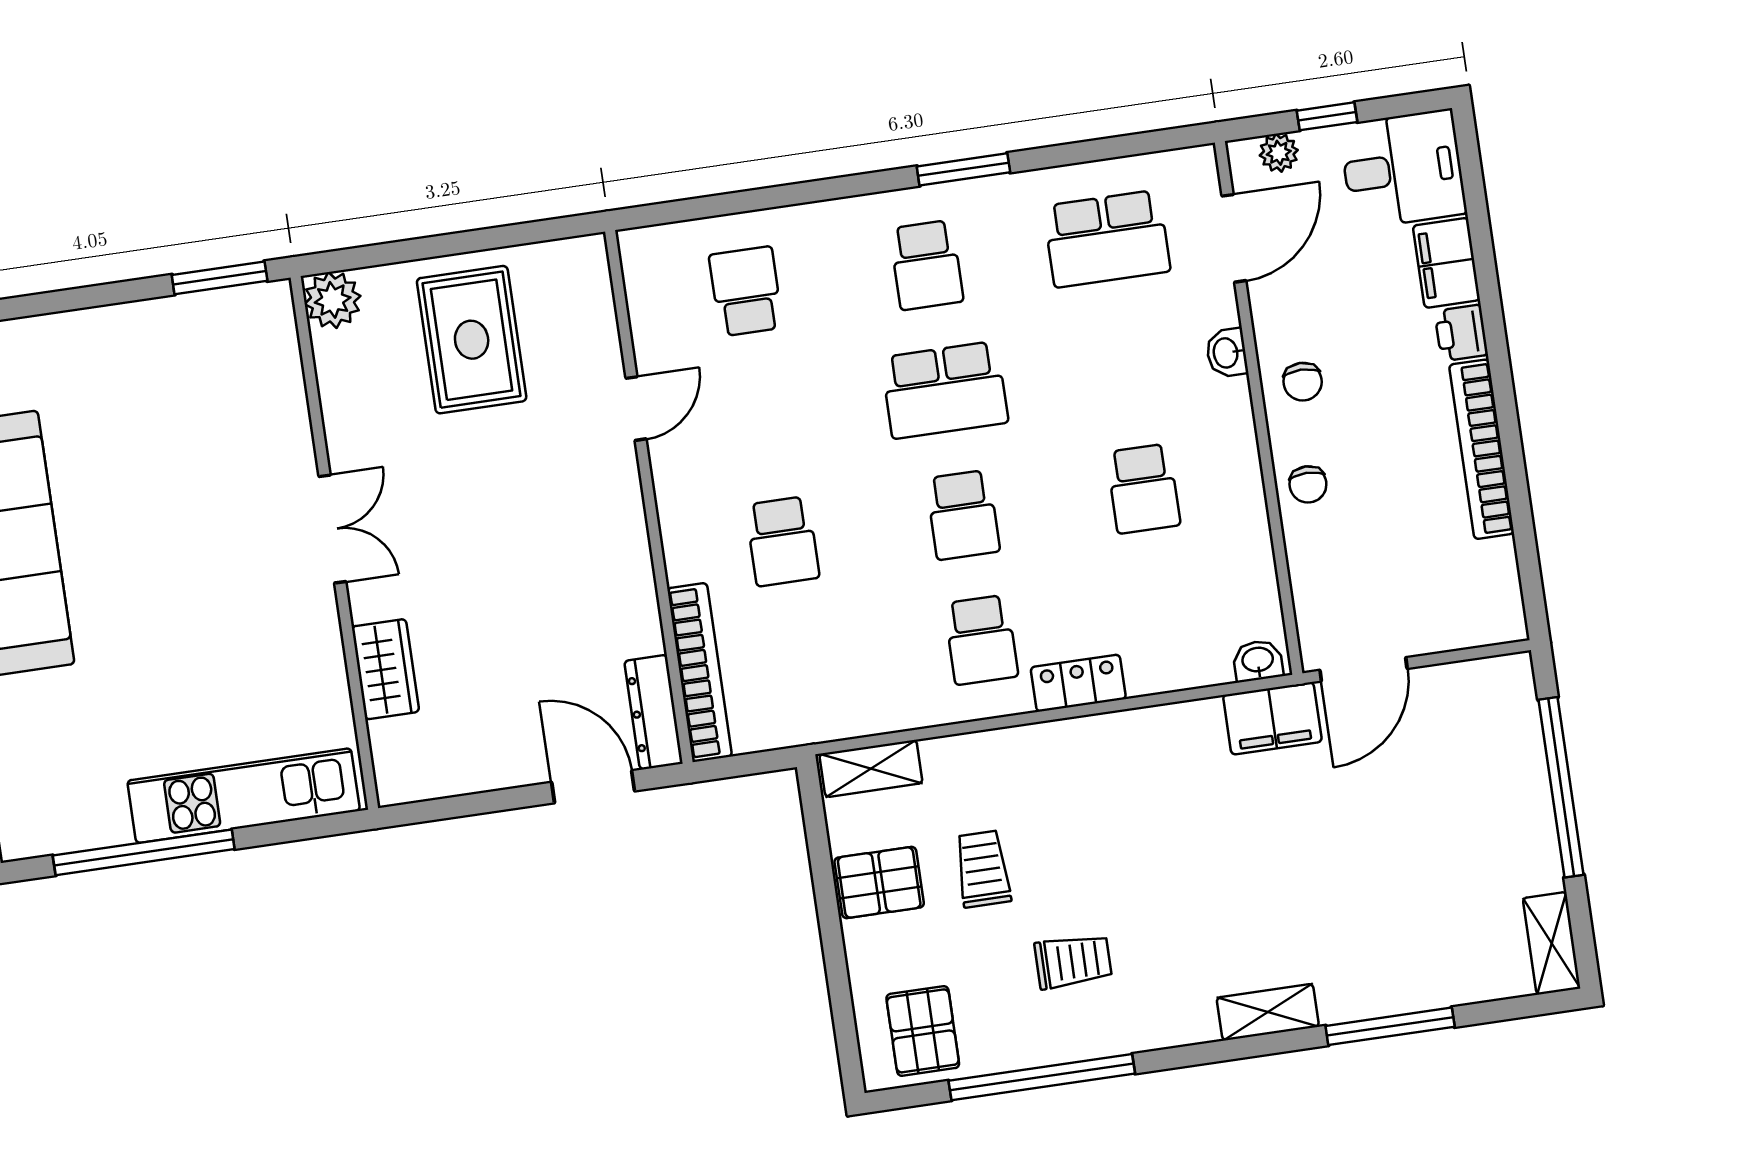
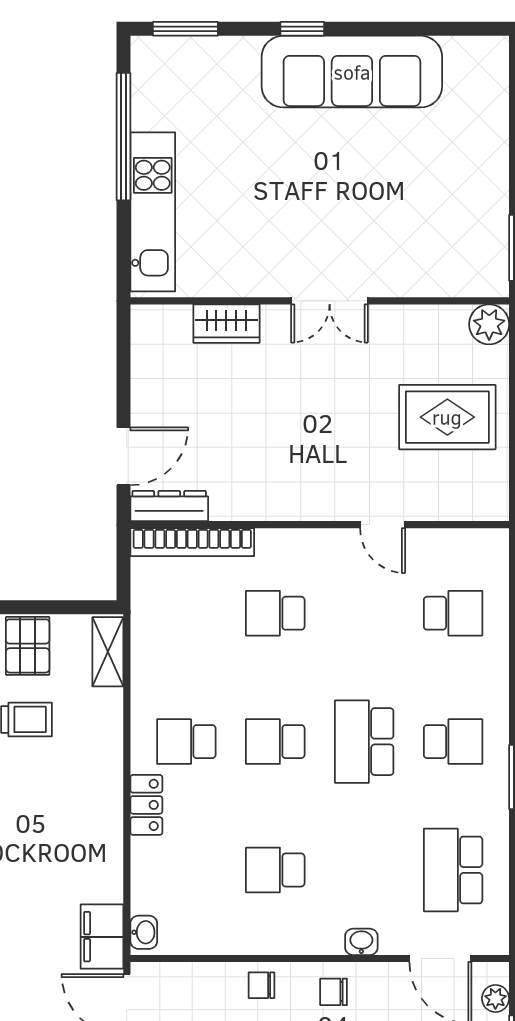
school desk: (926, 265) -> (453, 742), turned 180

